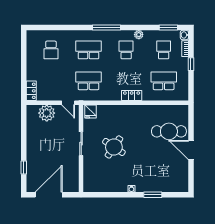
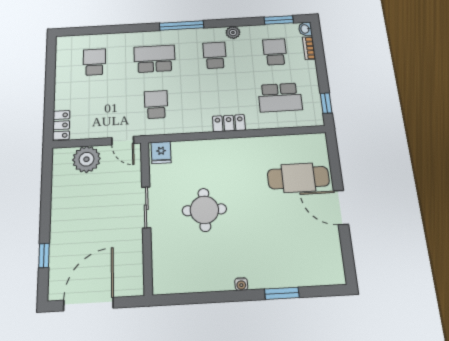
school desk: (51, 50) -> (94, 62), turned 180
window: (191, 64) -> (326, 103), moved
school desk: (89, 81) -> (156, 104), width x0.54
school desk: (164, 81) -> (280, 97), turned 180
round table: (114, 147) -> (204, 210), turned -34

